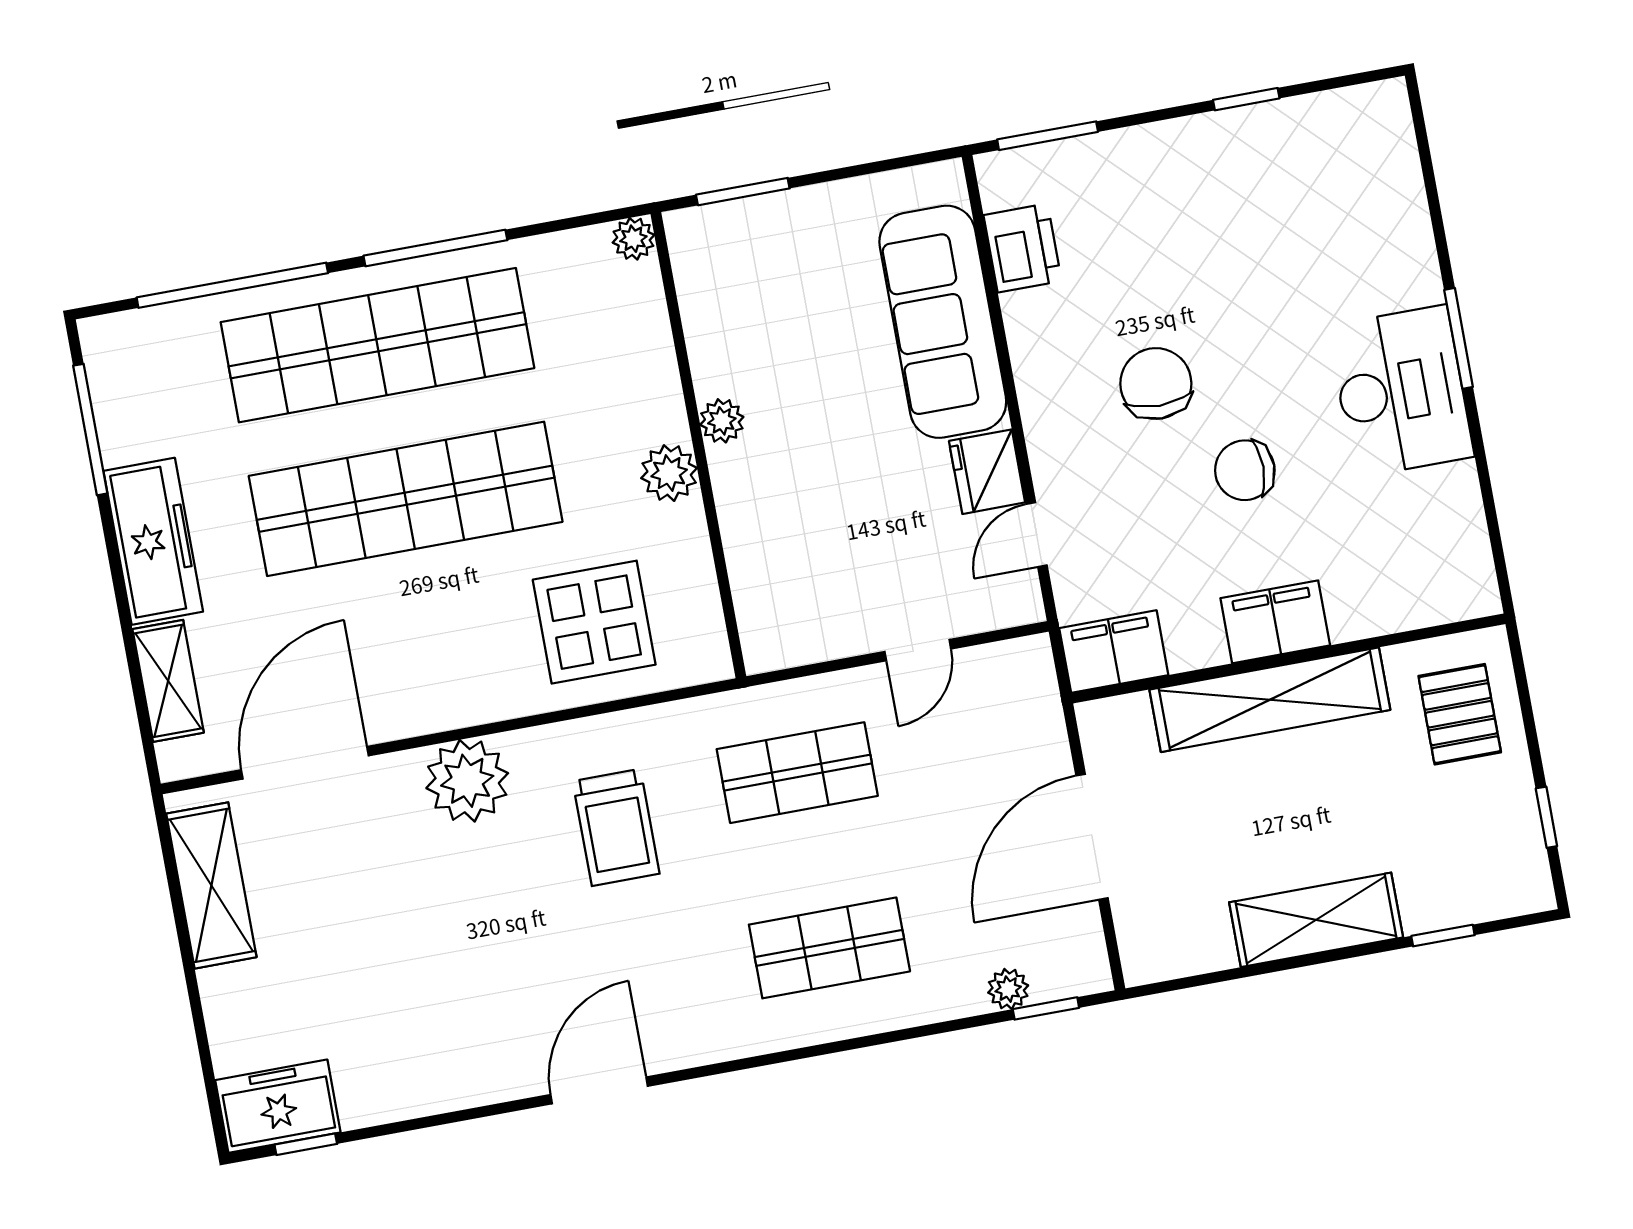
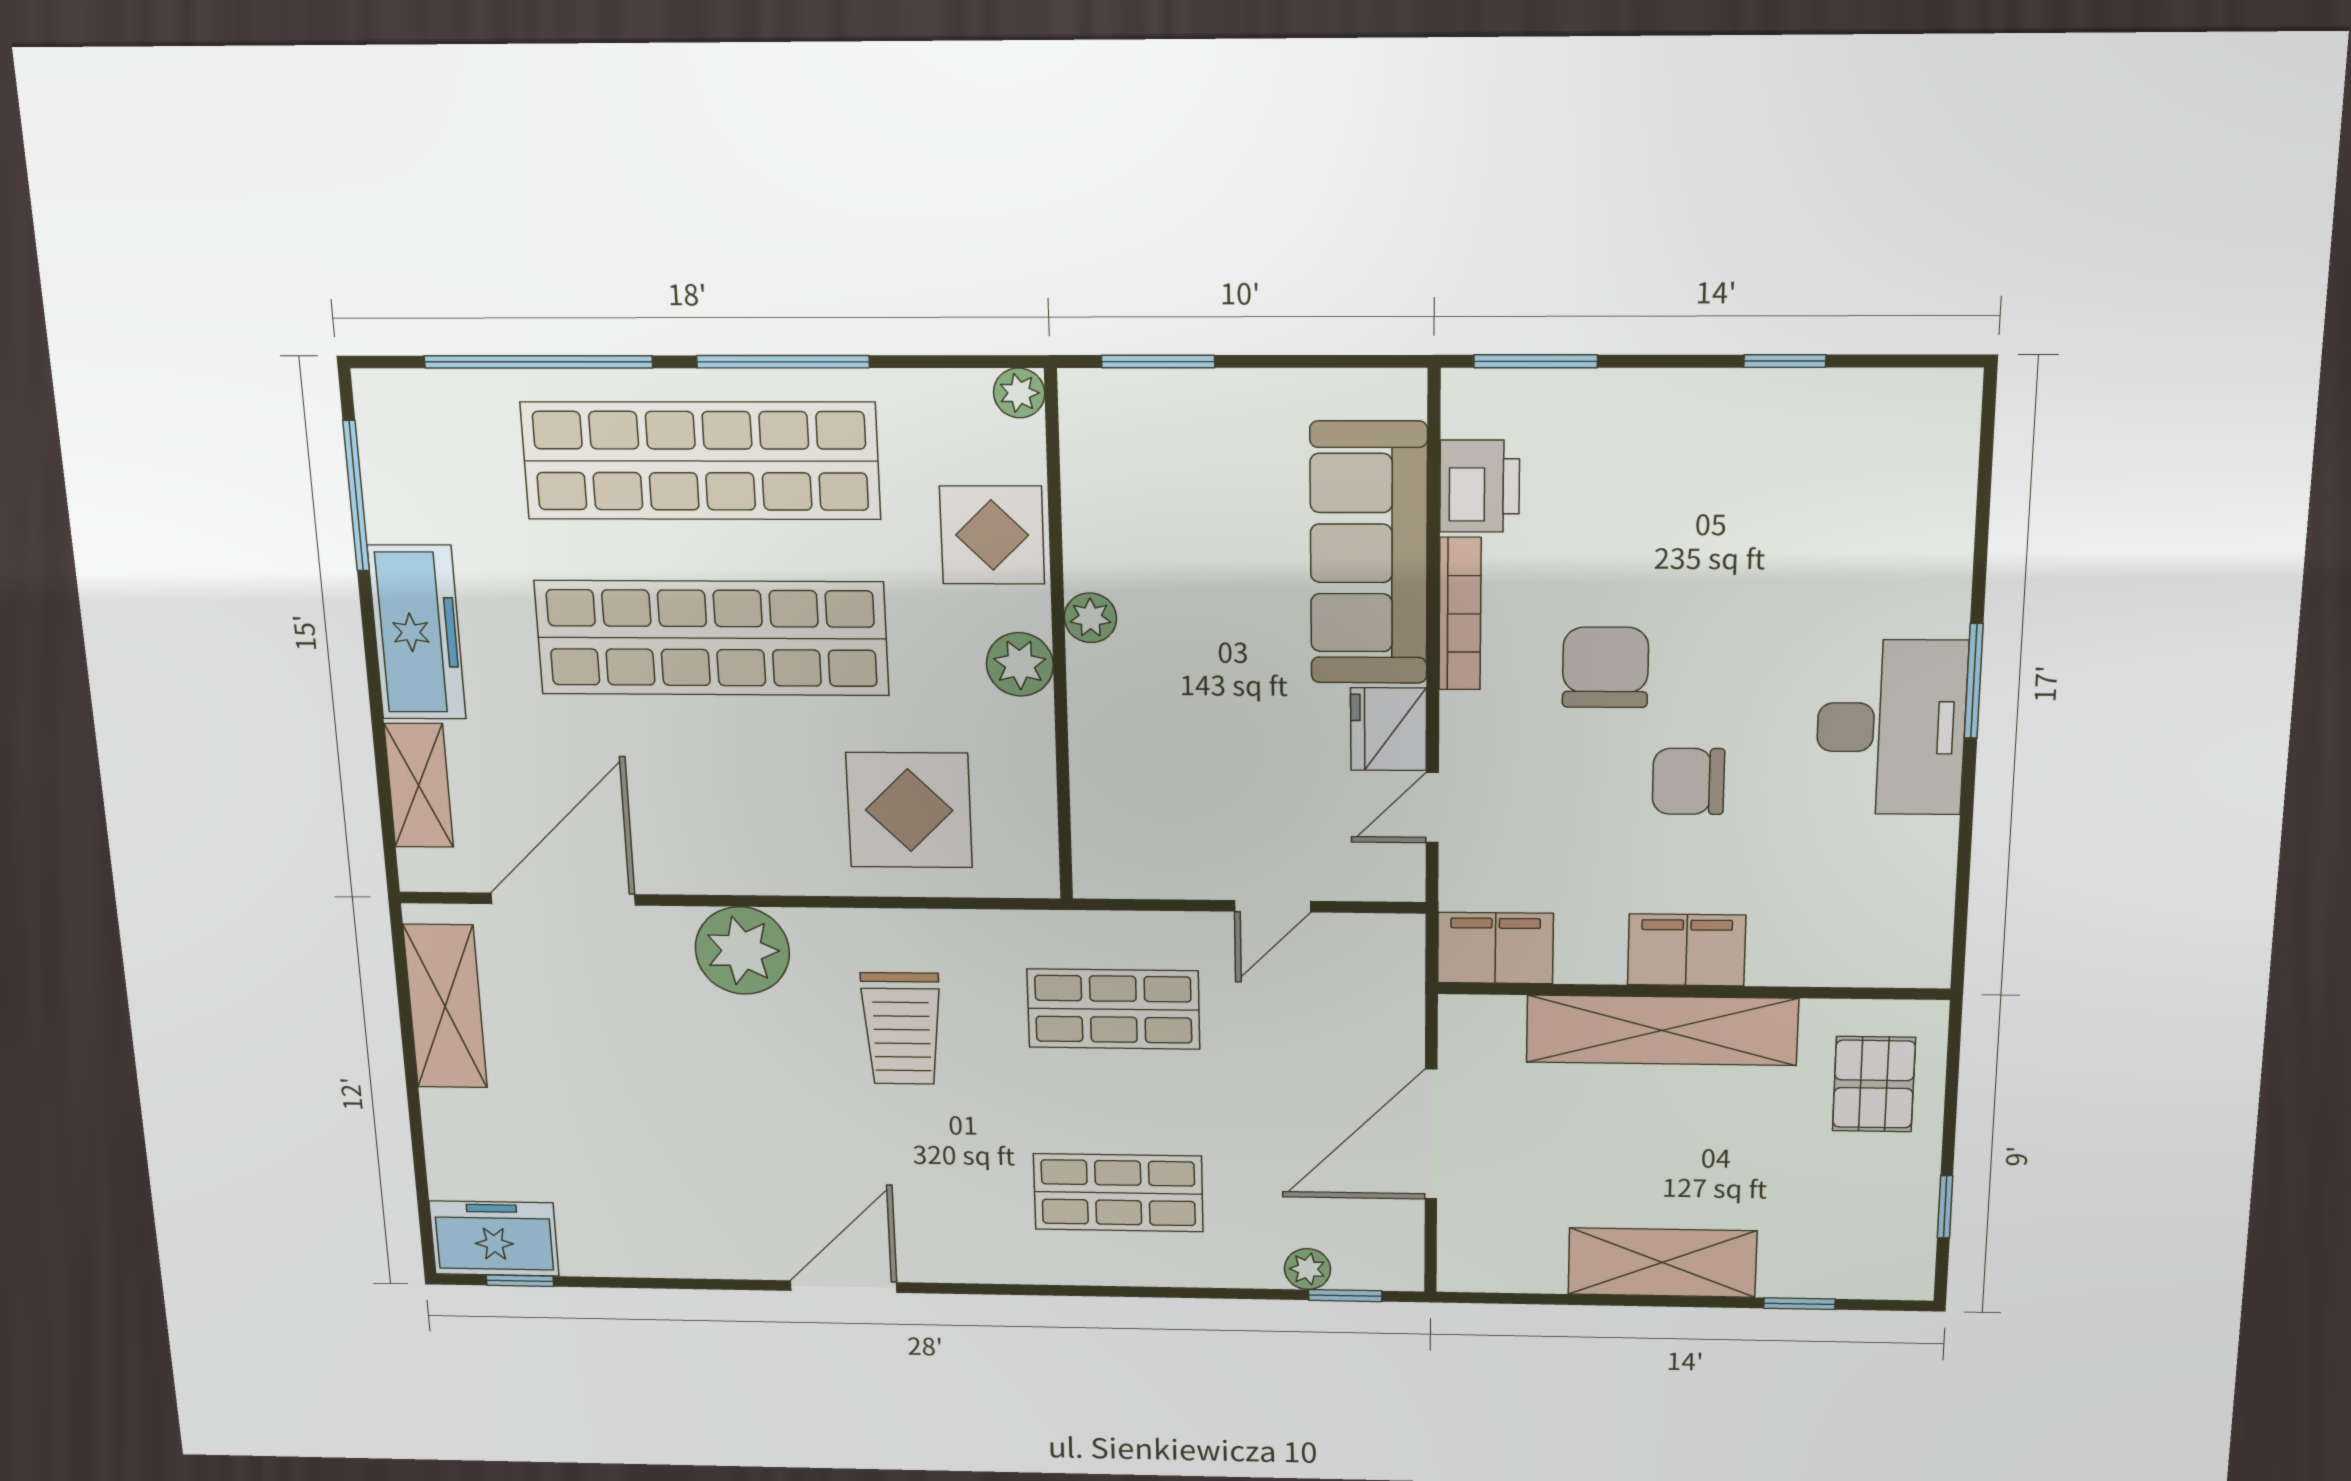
bookcase: (1027, 360) -> (1460, 614), added
display table: (629, 364) -> (992, 535), added

